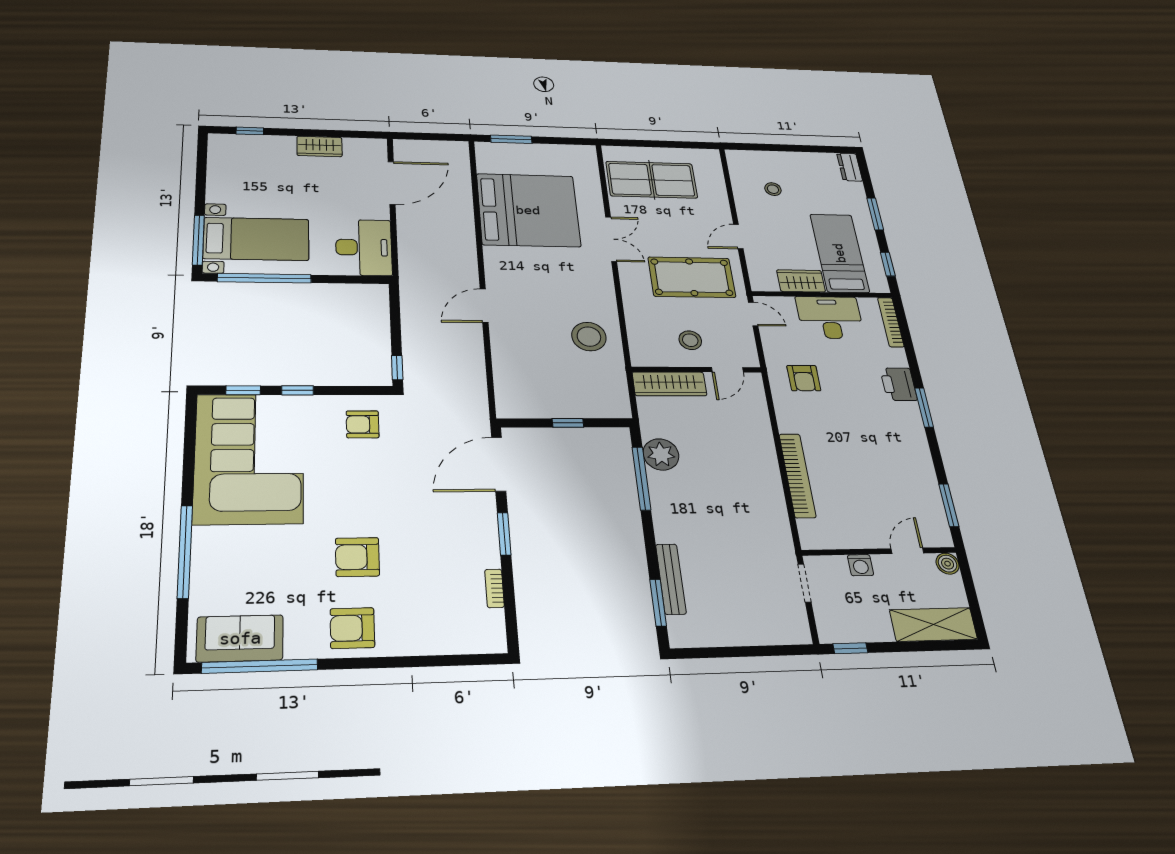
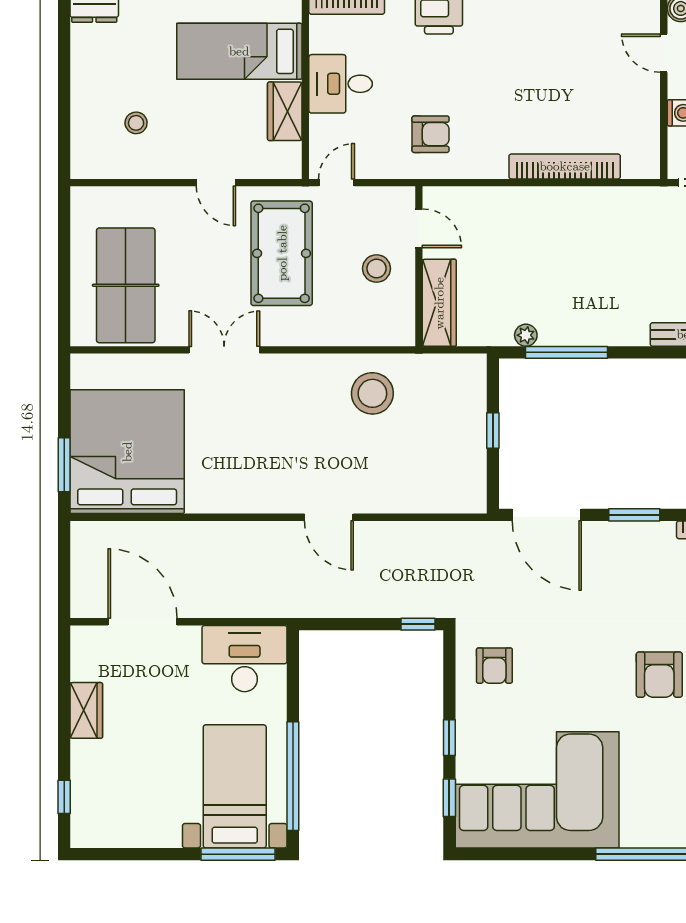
bed: (528, 210) -> (127, 452), moved
desk: (830, 317) -> (341, 84), width x0.73
plant: (661, 454) -> (526, 335), width x0.53, depth x0.53

